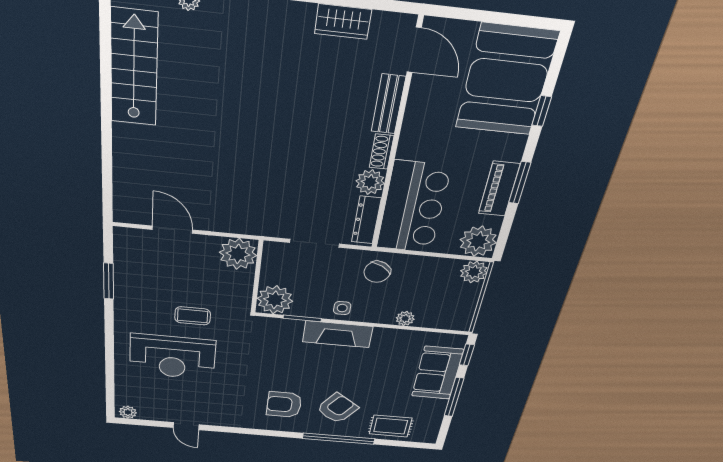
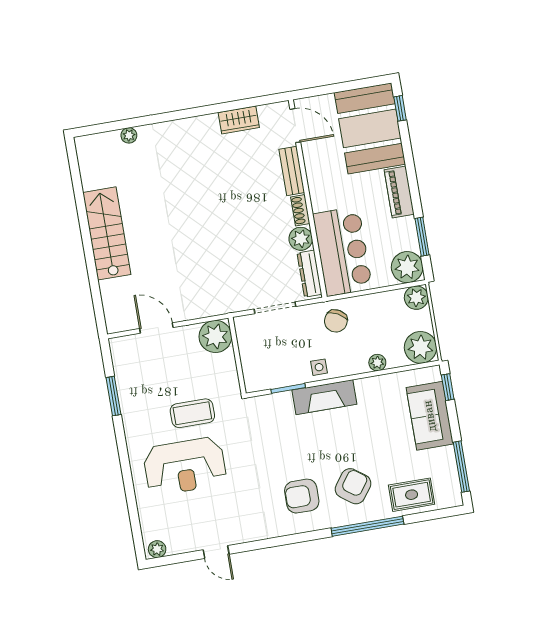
stairs: (134, 68) -> (107, 233), moved
window: (542, 111) -> (400, 108), moved
window: (520, 183) -> (422, 237), moved
piano: (499, 189) -> (399, 192), moved
plant: (275, 300) -> (421, 347), moved
coffee table: (193, 316) -> (192, 413), width x1.36, depth x1.30
window: (454, 397) -> (461, 467), moved

